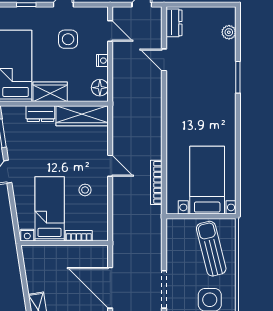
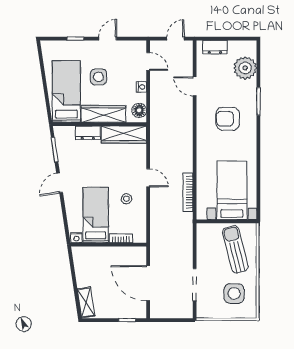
dresser: (174, 23) -> (215, 47), moved, turned 90
plant: (229, 32) -> (245, 68), width x1.87, depth x1.87
side table: (68, 39) -> (98, 77), moved
wardrobe: (50, 92) -> (104, 114), width x1.50
armchair: (202, 97) -> (228, 119), added

